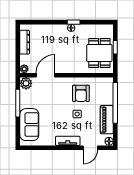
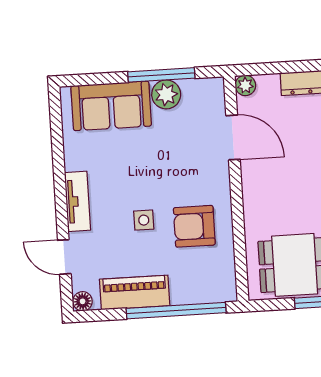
plant: (26, 83) -> (166, 94), moved

